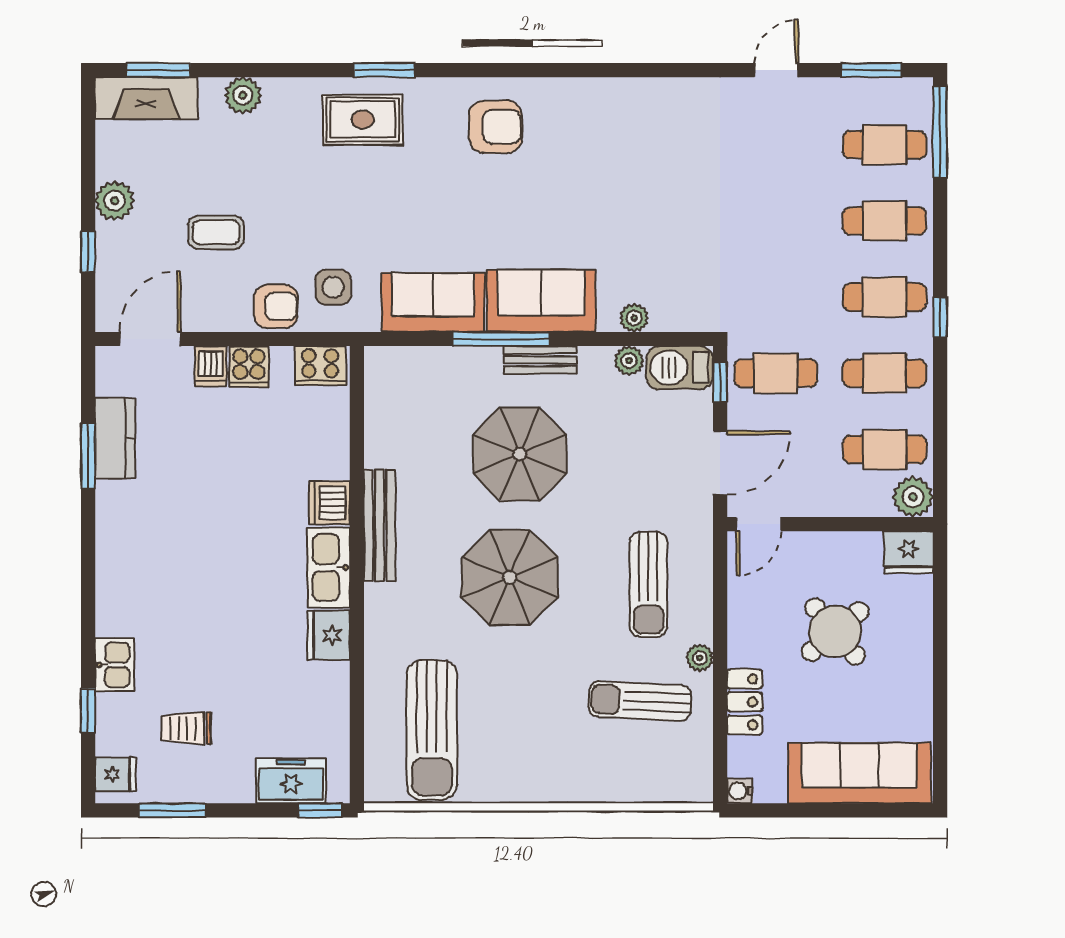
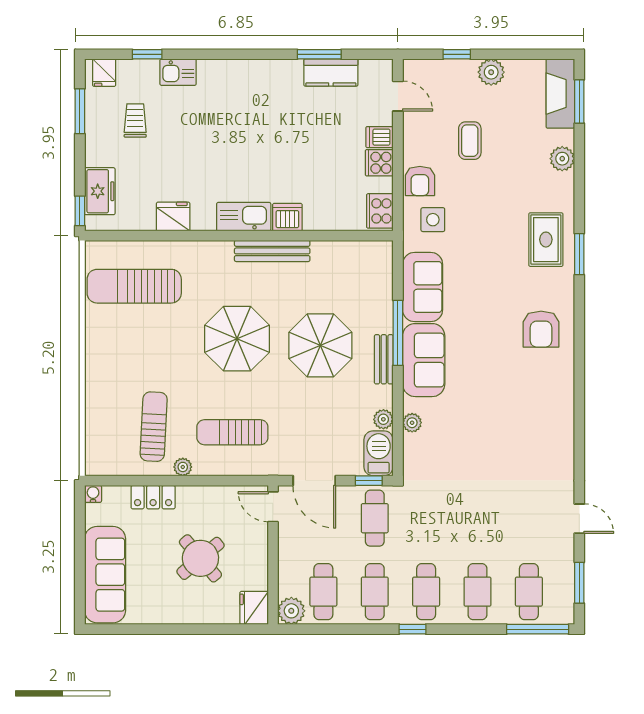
door: (150, 339) -> (398, 96), width x0.73
fridge: (329, 635) -> (173, 217), moved

